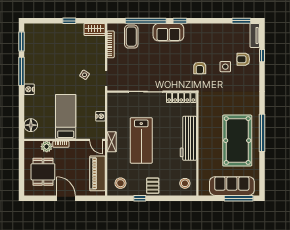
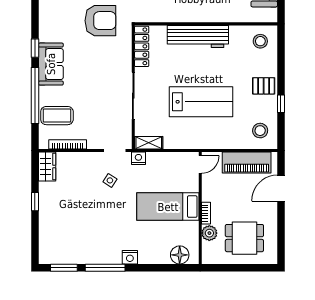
armchair: (200, 68) -> (100, 21), width x1.88, depth x1.88
nightstand: (100, 116) -> (138, 158), moved
shelving: (112, 142) -> (149, 143), moved
door: (66, 198) -> (281, 188), moved

